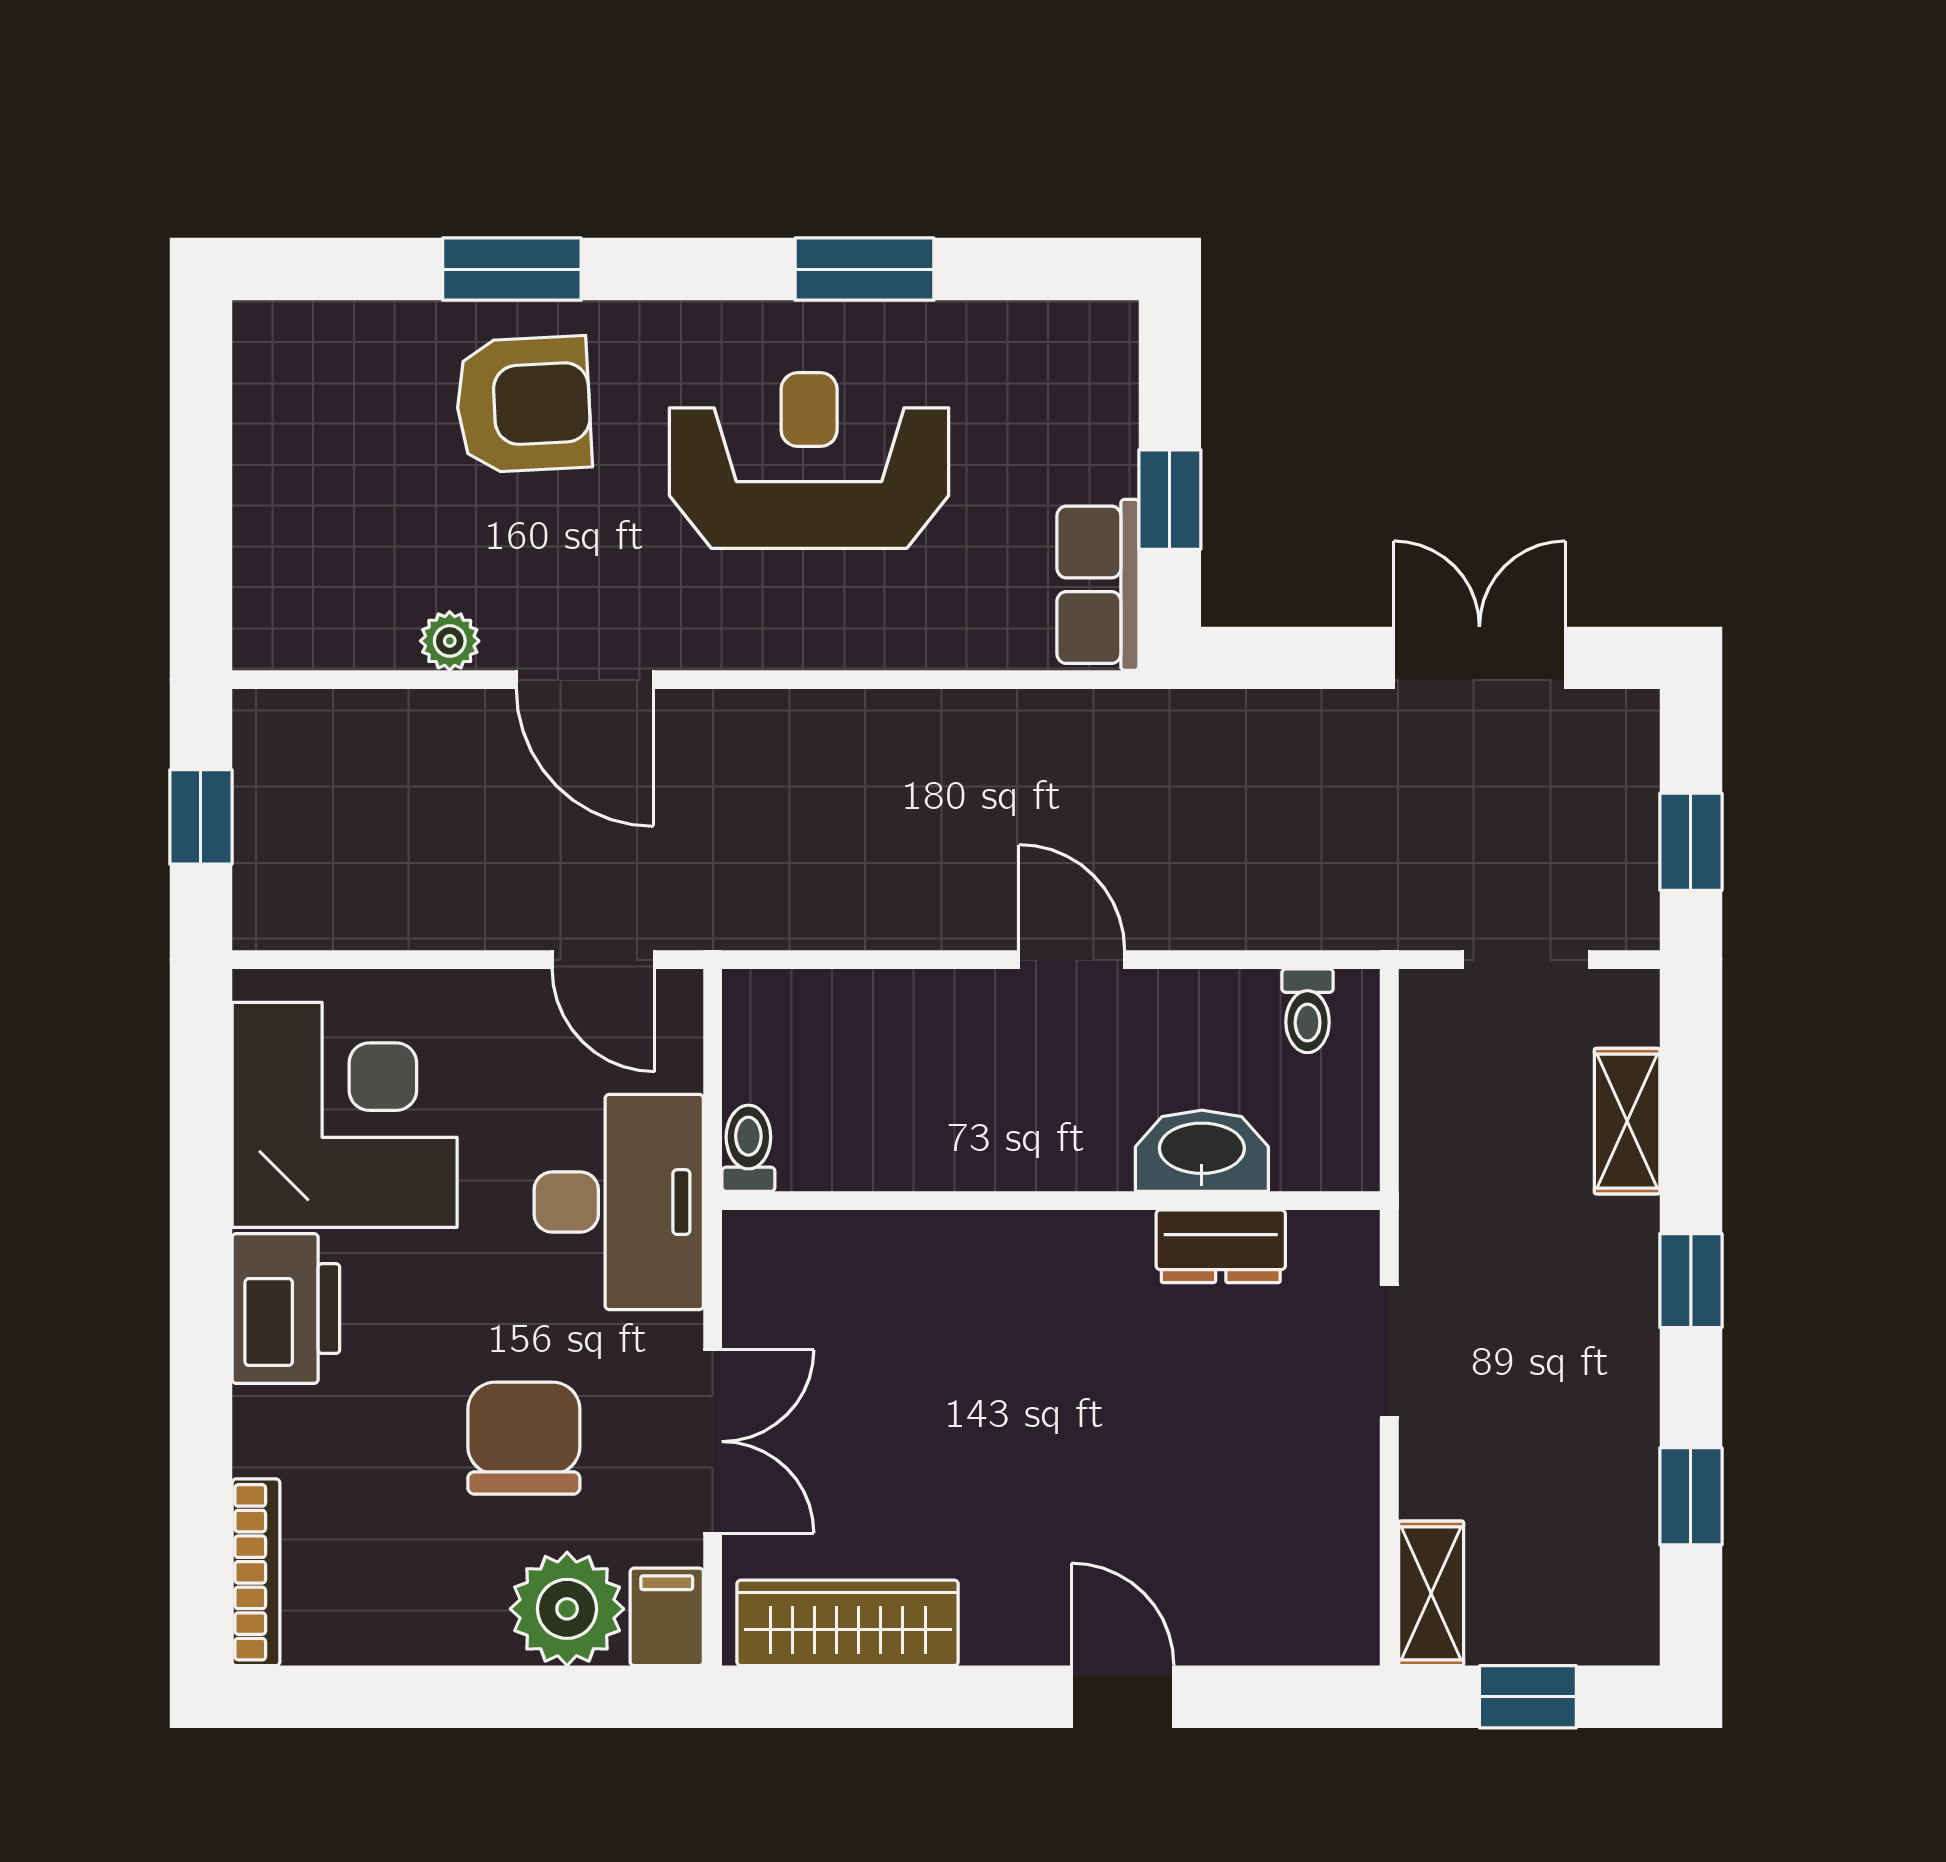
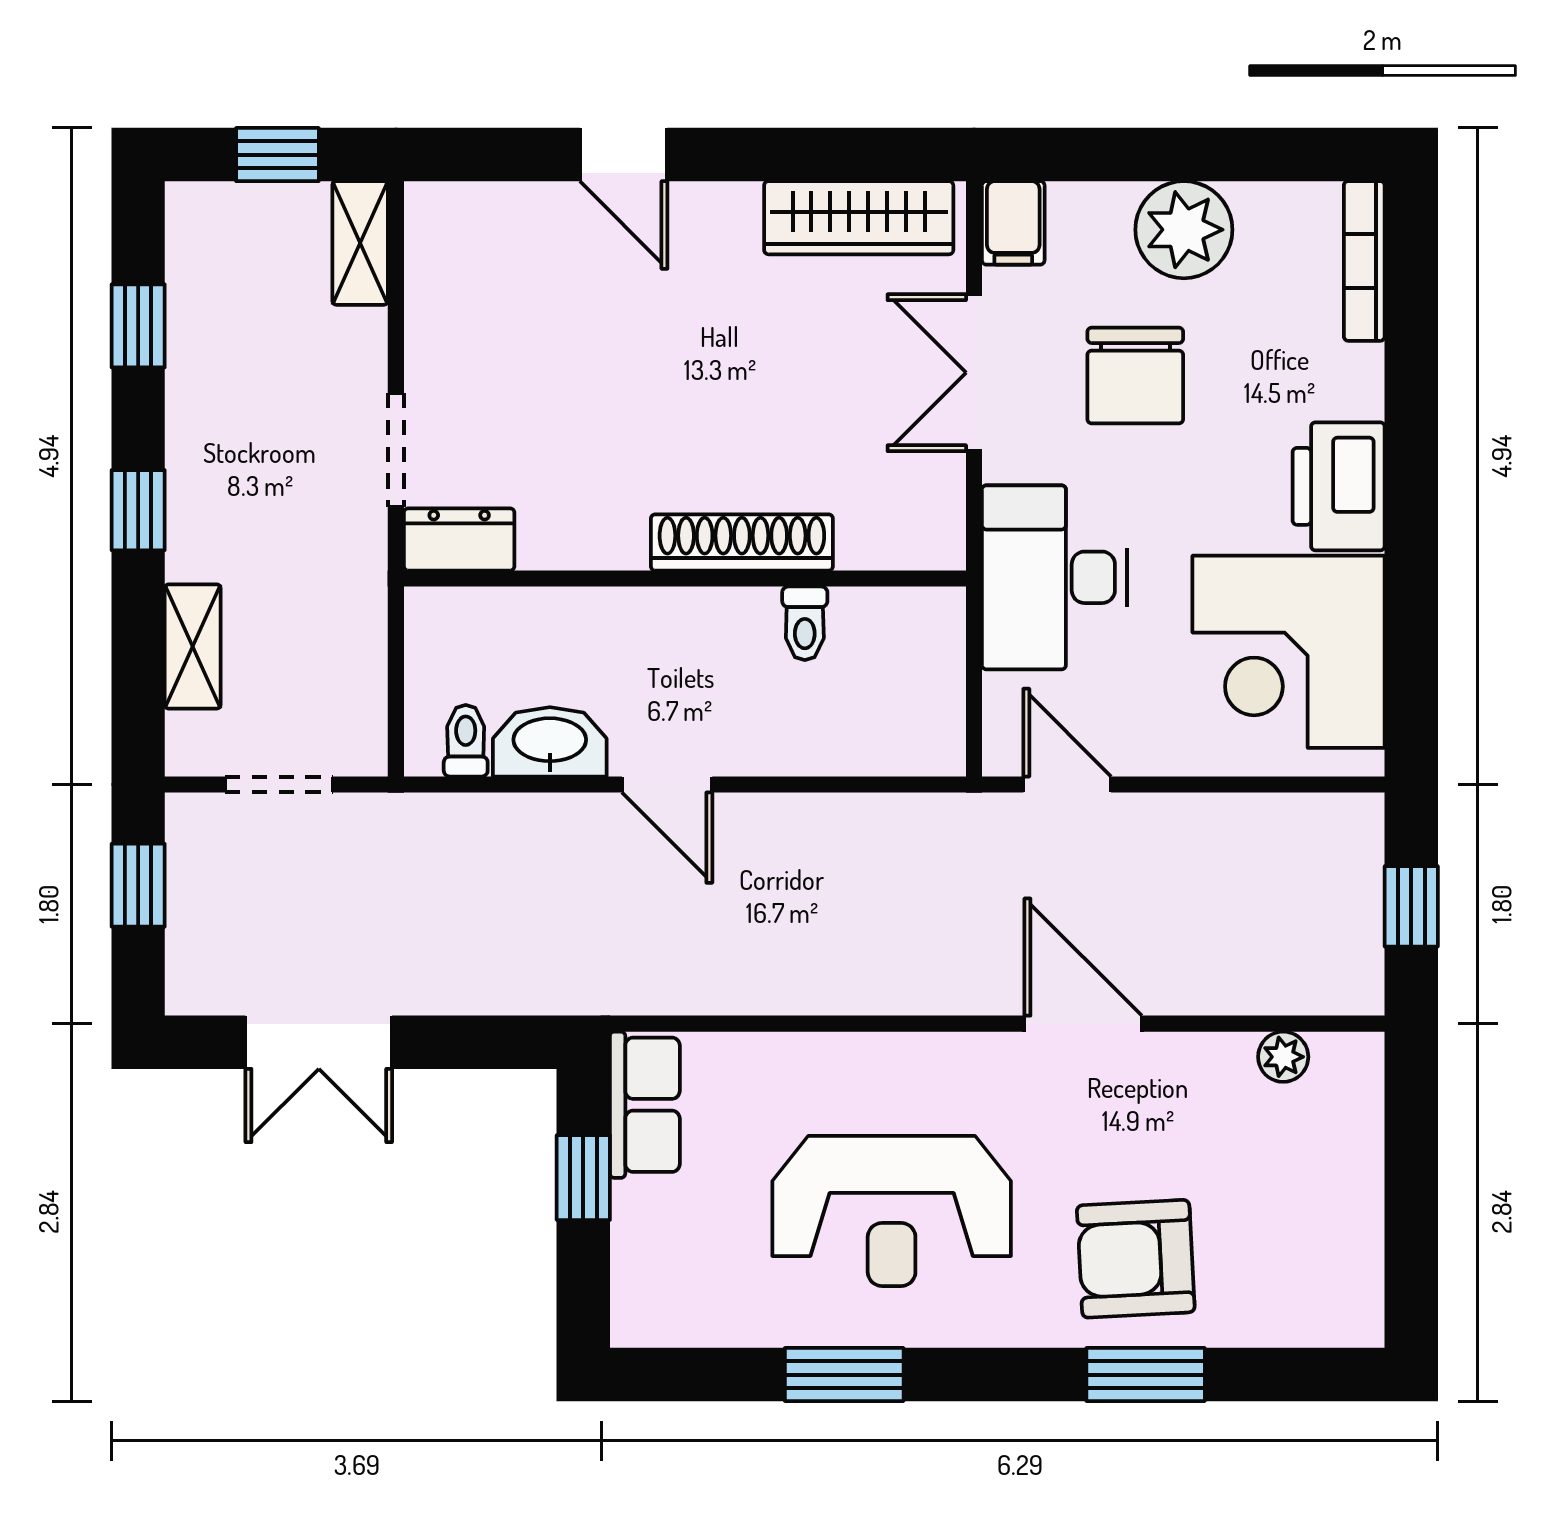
plant: (450, 641) -> (1283, 1057), moved
toilet: (748, 1148) -> (805, 623), moved
washbasin: (1202, 1151) -> (550, 742), moved, turned 180
shoe rack: (984, 1243) -> (742, 542), added
dresser: (1221, 1246) -> (459, 539), moved
plant: (567, 1609) -> (1184, 230), moved

